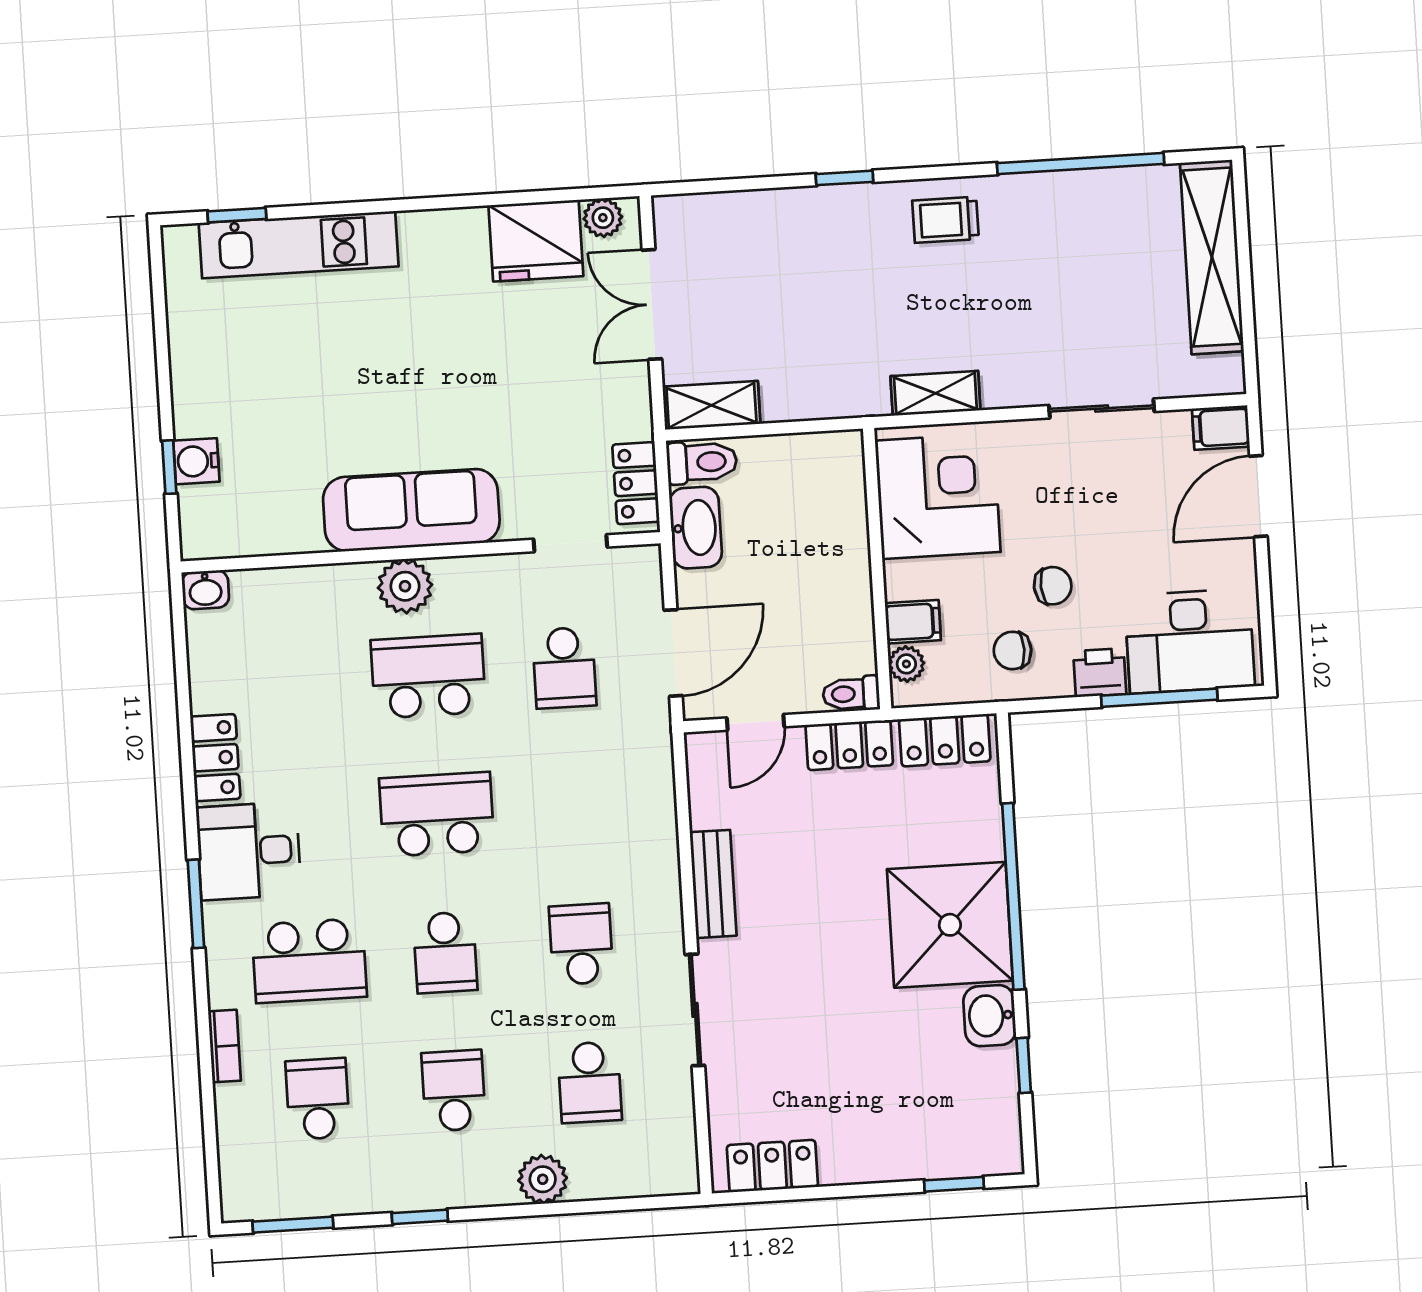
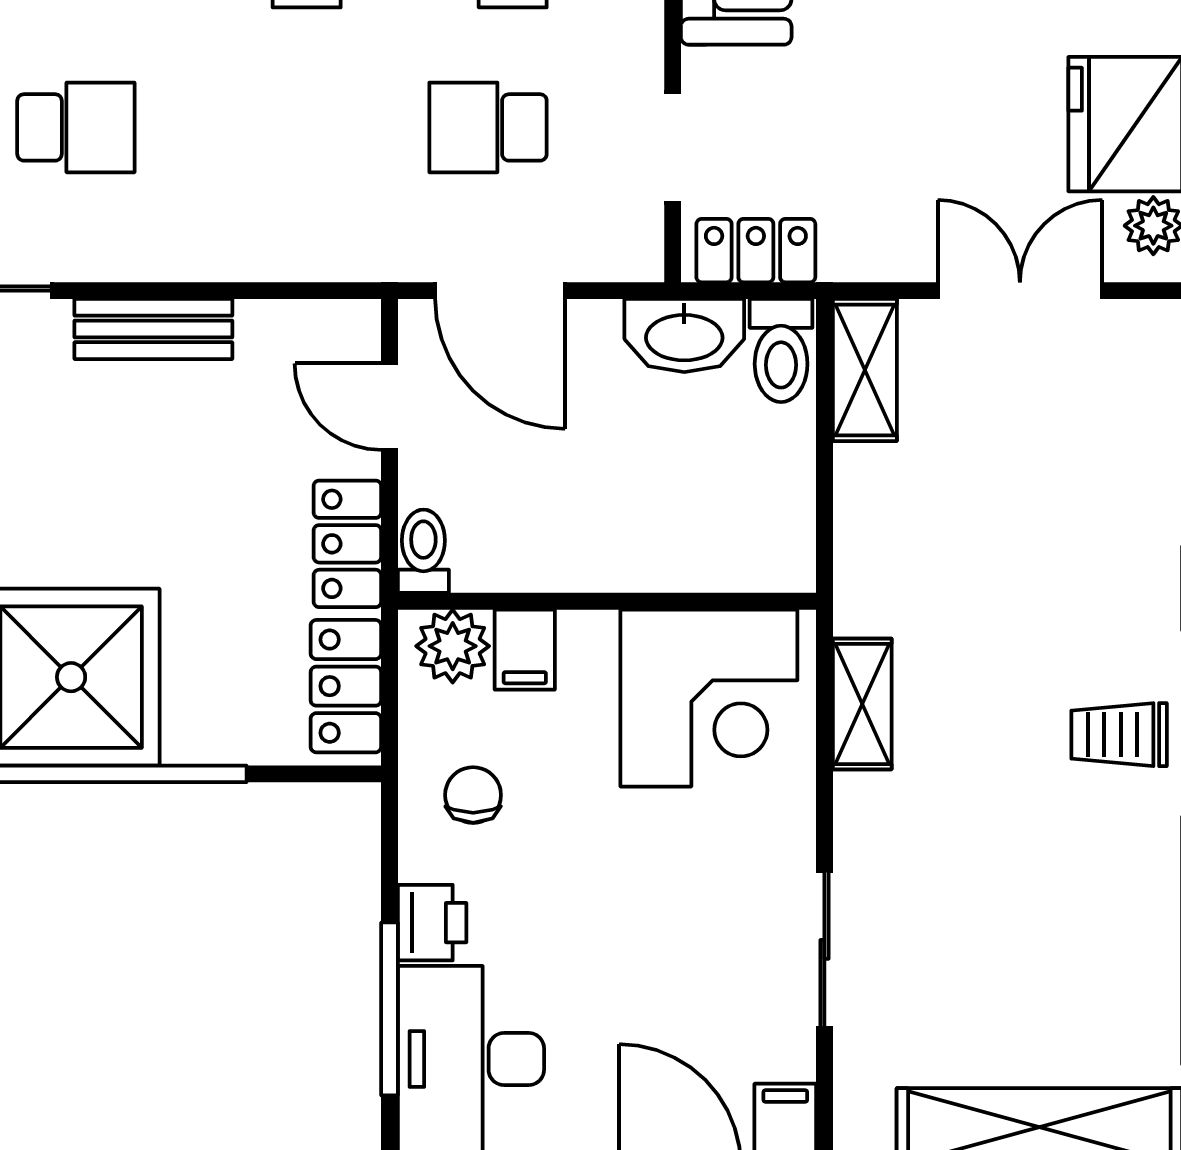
trolley: (946, 220) -> (1119, 735), turned -90
chair: (1053, 586) -> (566, 861), removed
plant: (906, 664) -> (453, 646), width x1.38, depth x1.38

